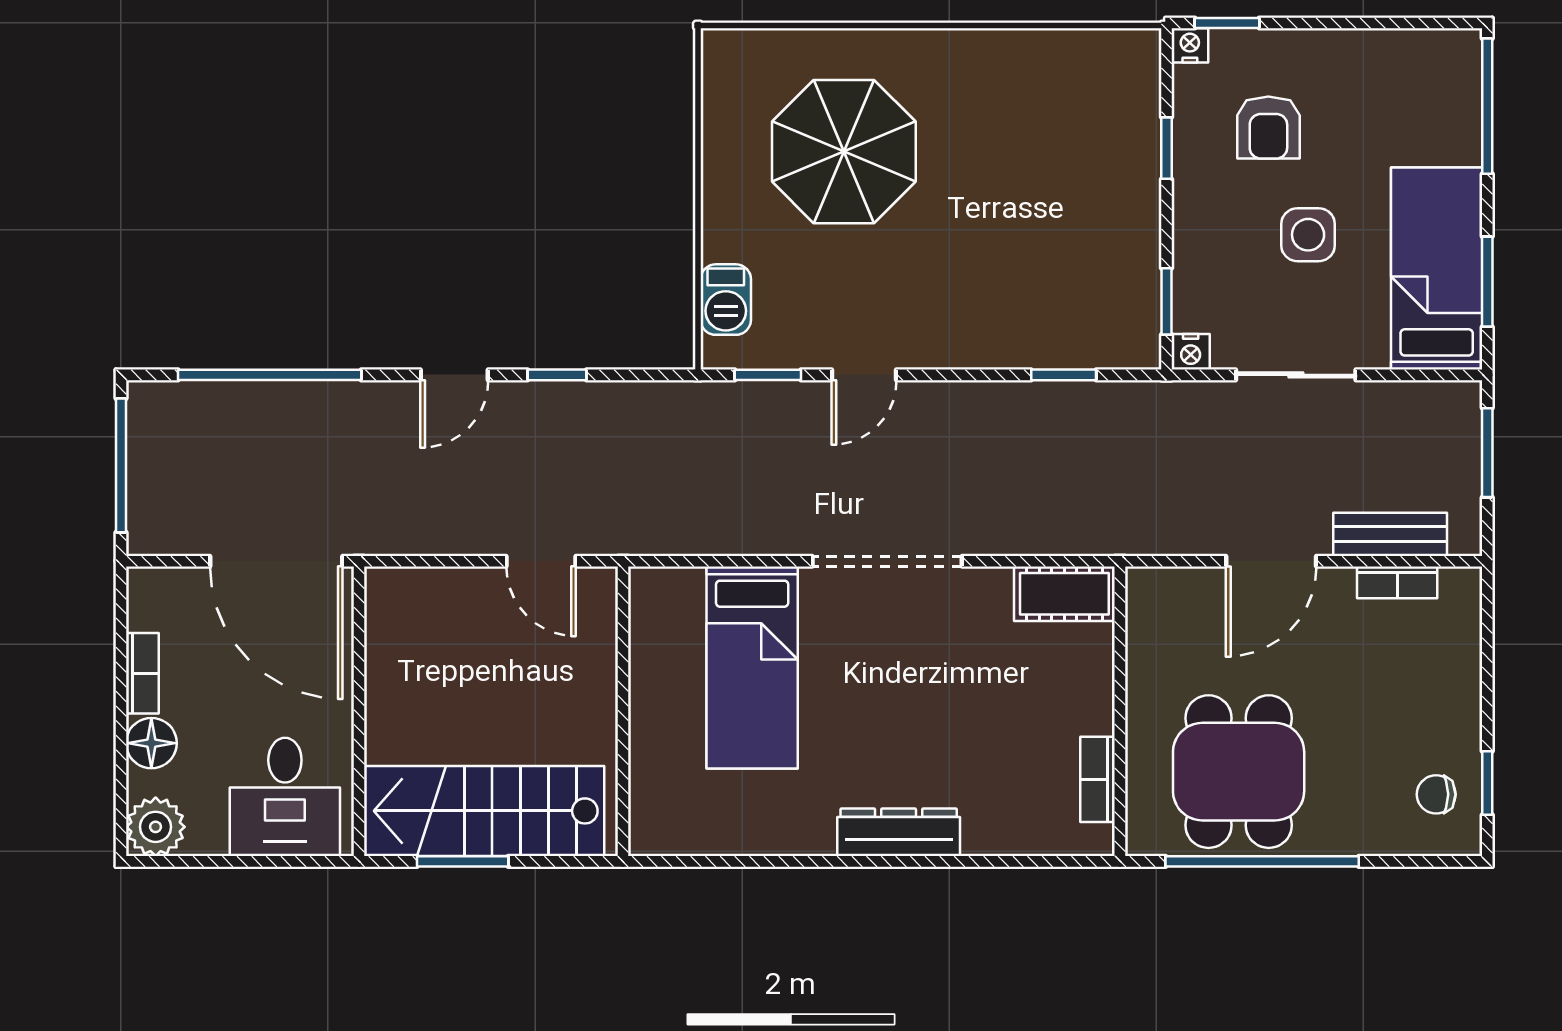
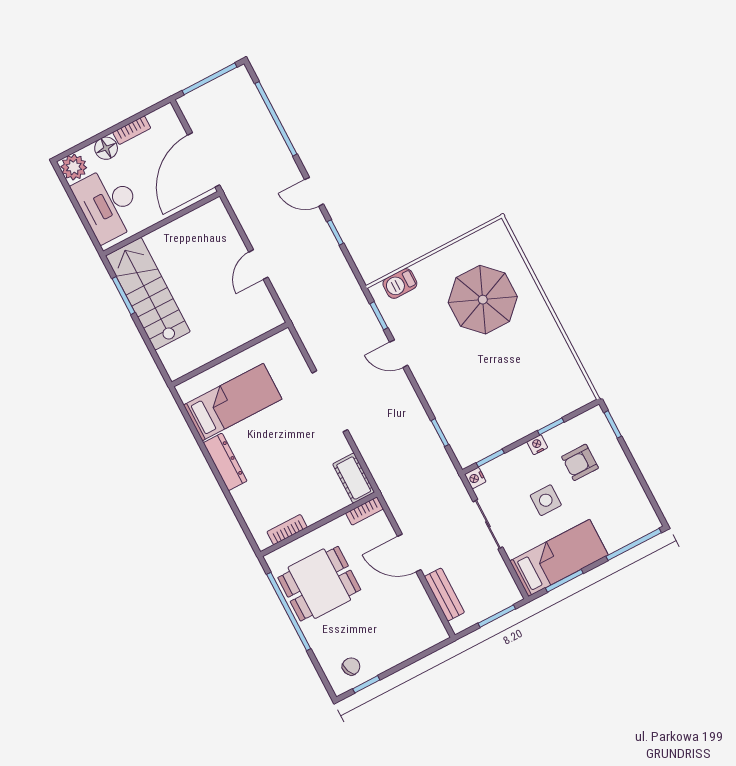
nightstand: (1190, 45) -> (537, 445), moved, turned -90
bookcase: (1397, 582) -> (364, 511), moved, turned -90
bed: (752, 668) -> (233, 402), moved, turned 180
wall: (623, 711) -> (230, 355), moved
chair: (1436, 794) -> (351, 666), turned 69
desk: (285, 797) -> (108, 204), width x1.37

